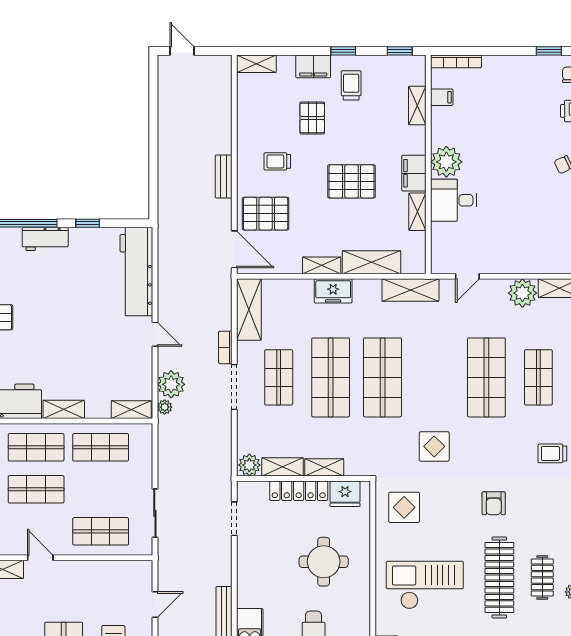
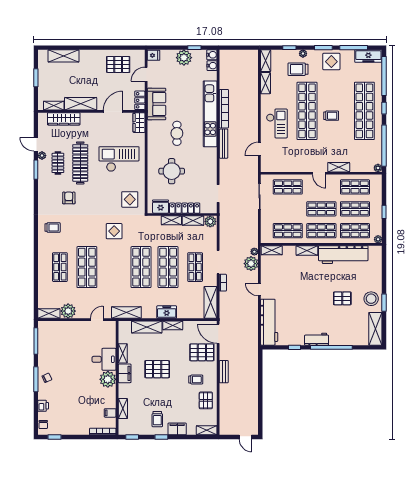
pallet: (312, 118) -> (206, 400), moved
armchair: (494, 503) -> (69, 198), moved
checkout: (425, 585) -> (119, 159), turned 180

